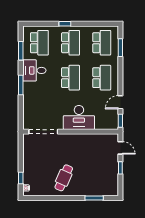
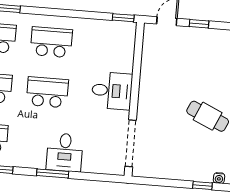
desk: (34, 70) -> (65, 152), moved
door: (120, 102) -> (93, 15), removed
desk: (79, 117) -> (112, 91), width x0.73

